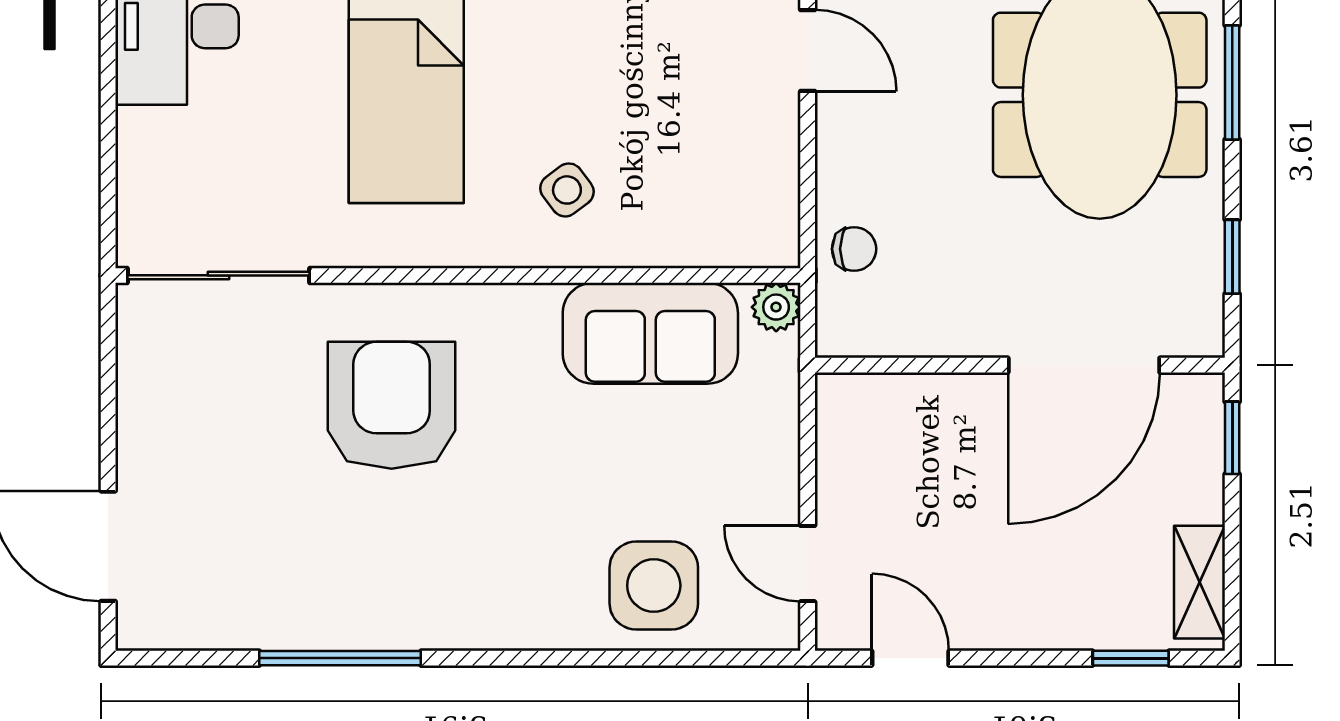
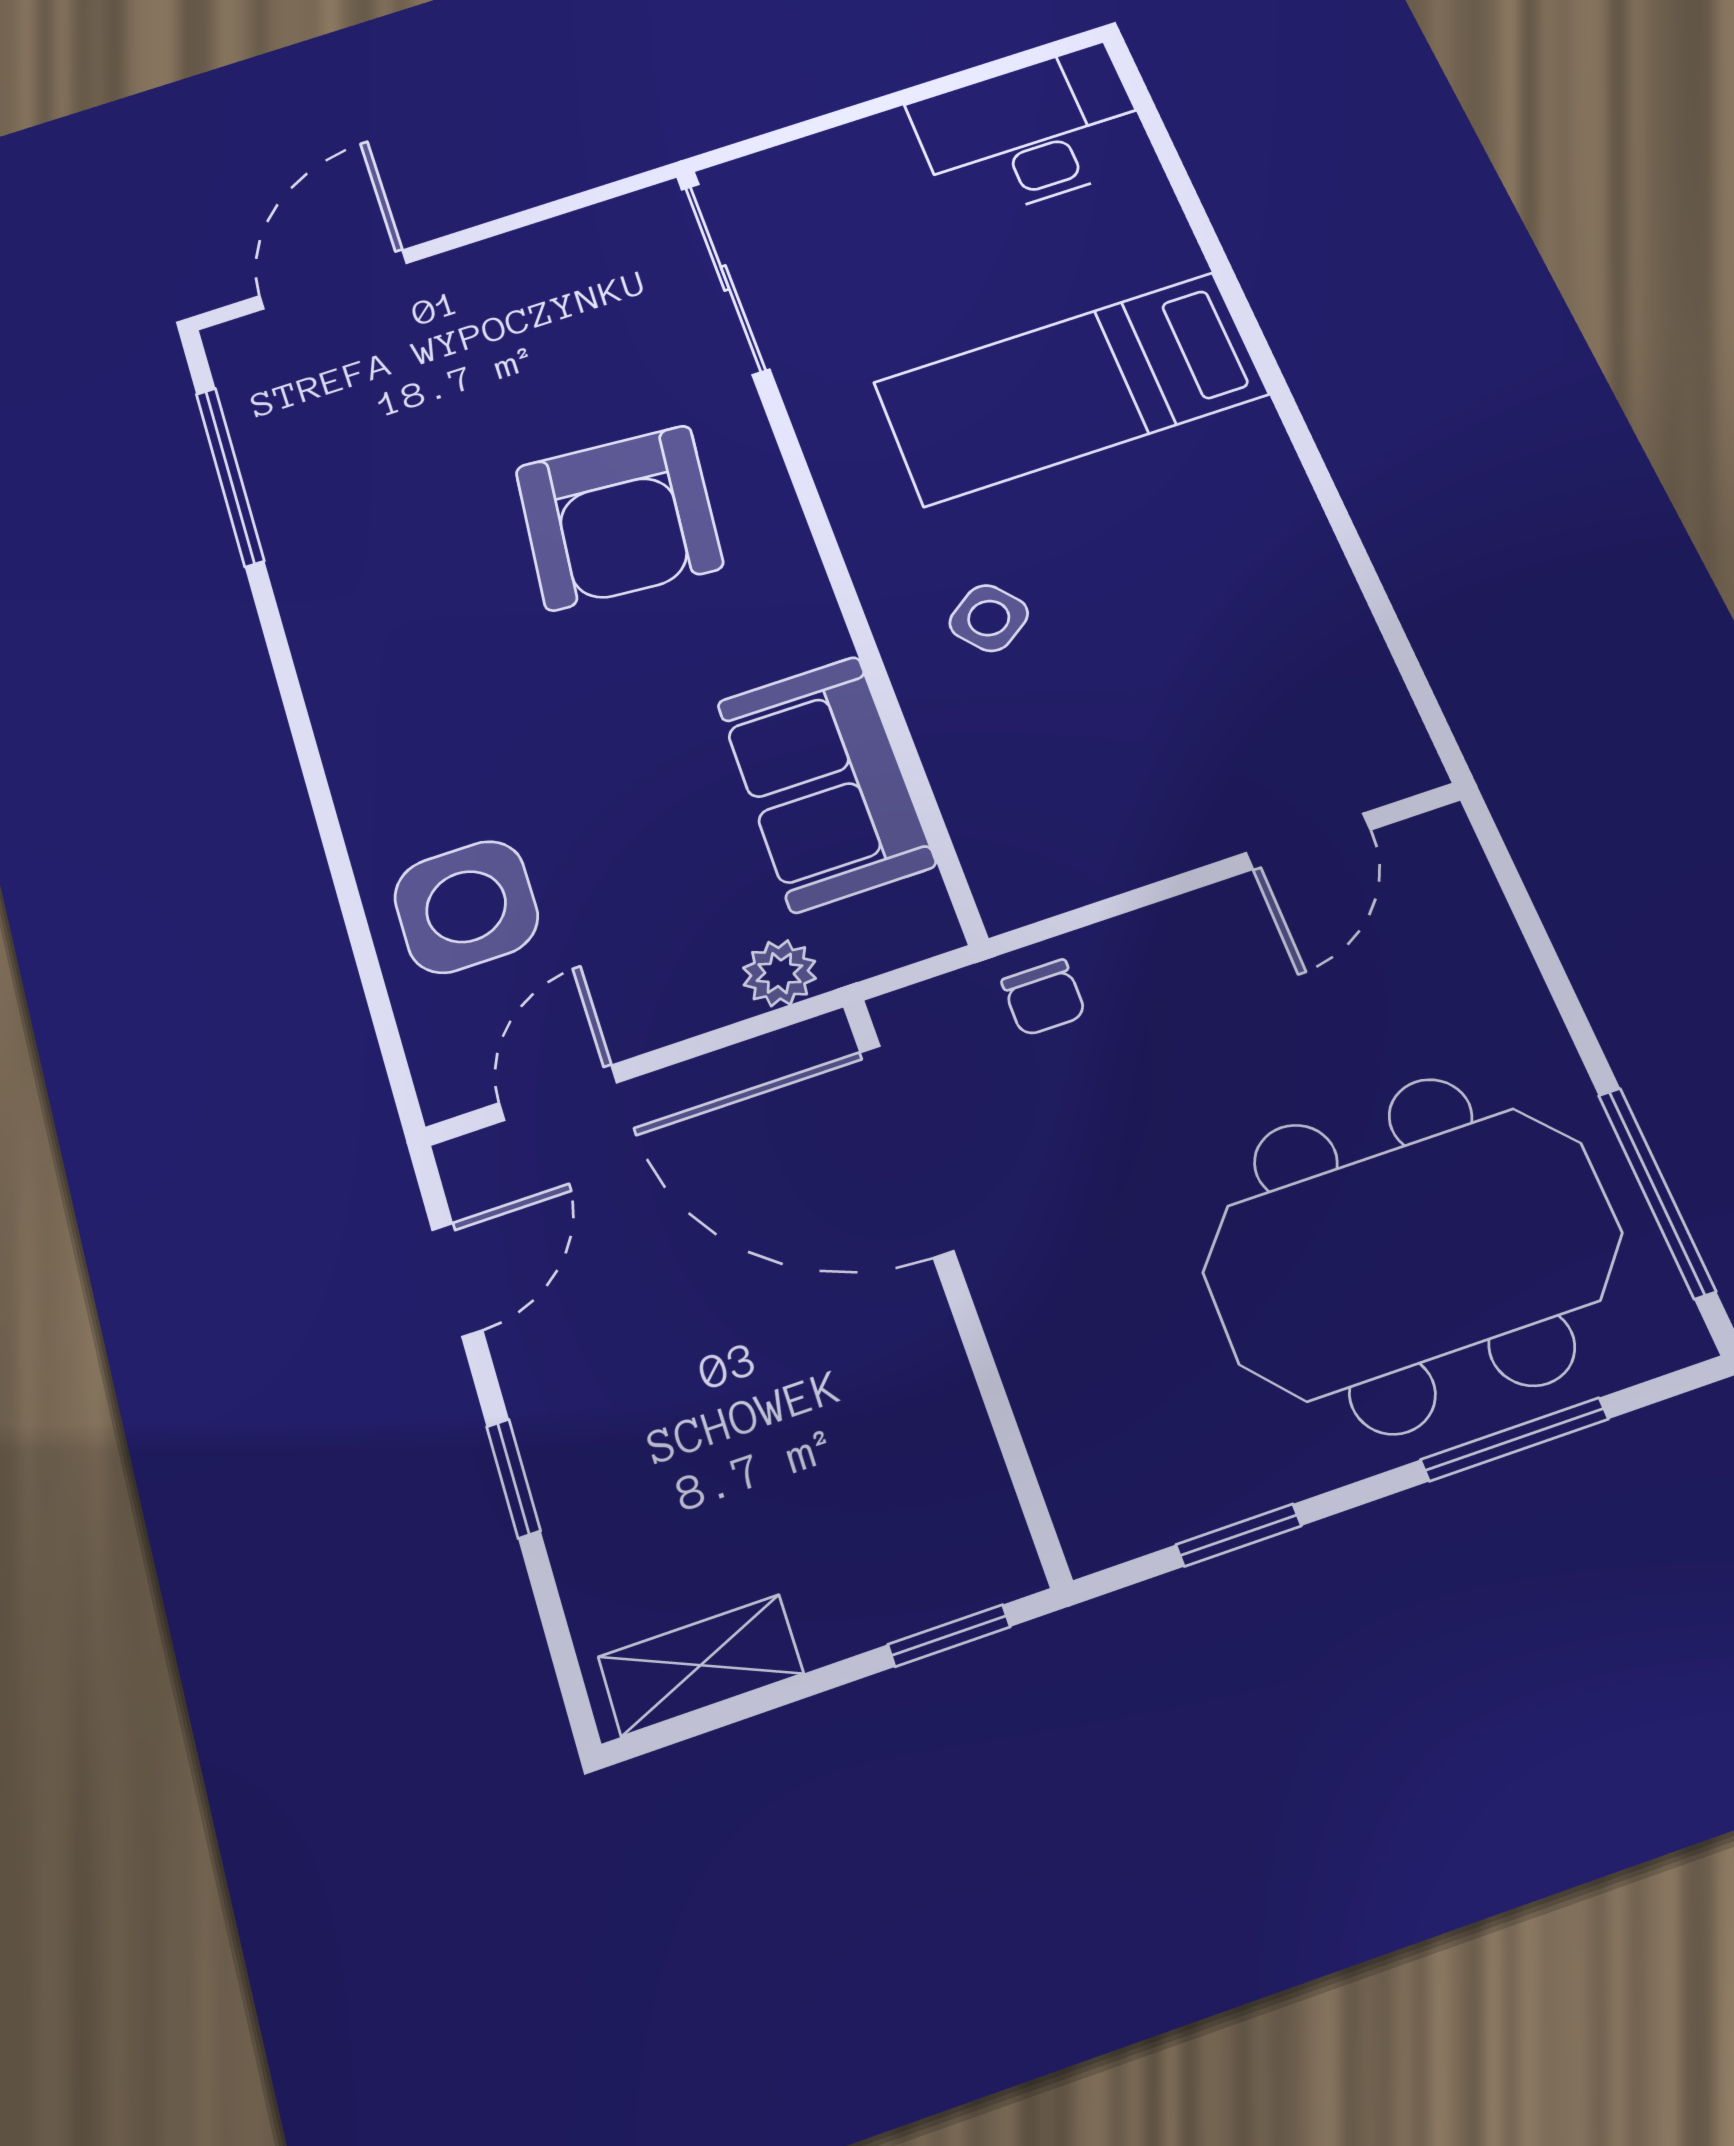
plant: (776, 307) -> (779, 973), moved
door: (1084, 365) -> (906, 1150), moved
armchair: (392, 405) -> (619, 517), turned 95
window: (340, 658) -> (230, 476), moved
window: (1131, 658) -> (513, 1478), moved

